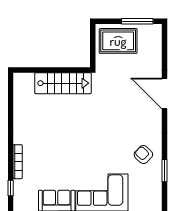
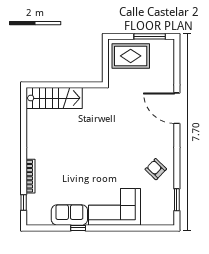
stairs: (63, 83) -> (54, 98), moved
window: (165, 171) -> (177, 200), moved

